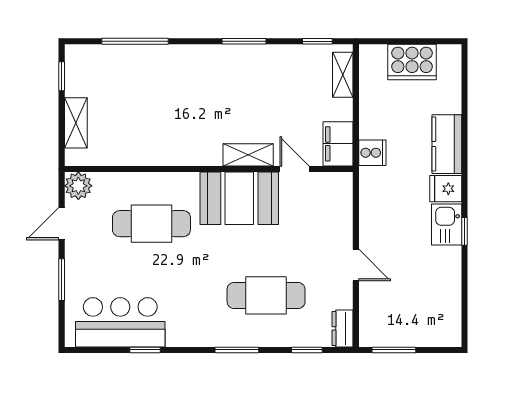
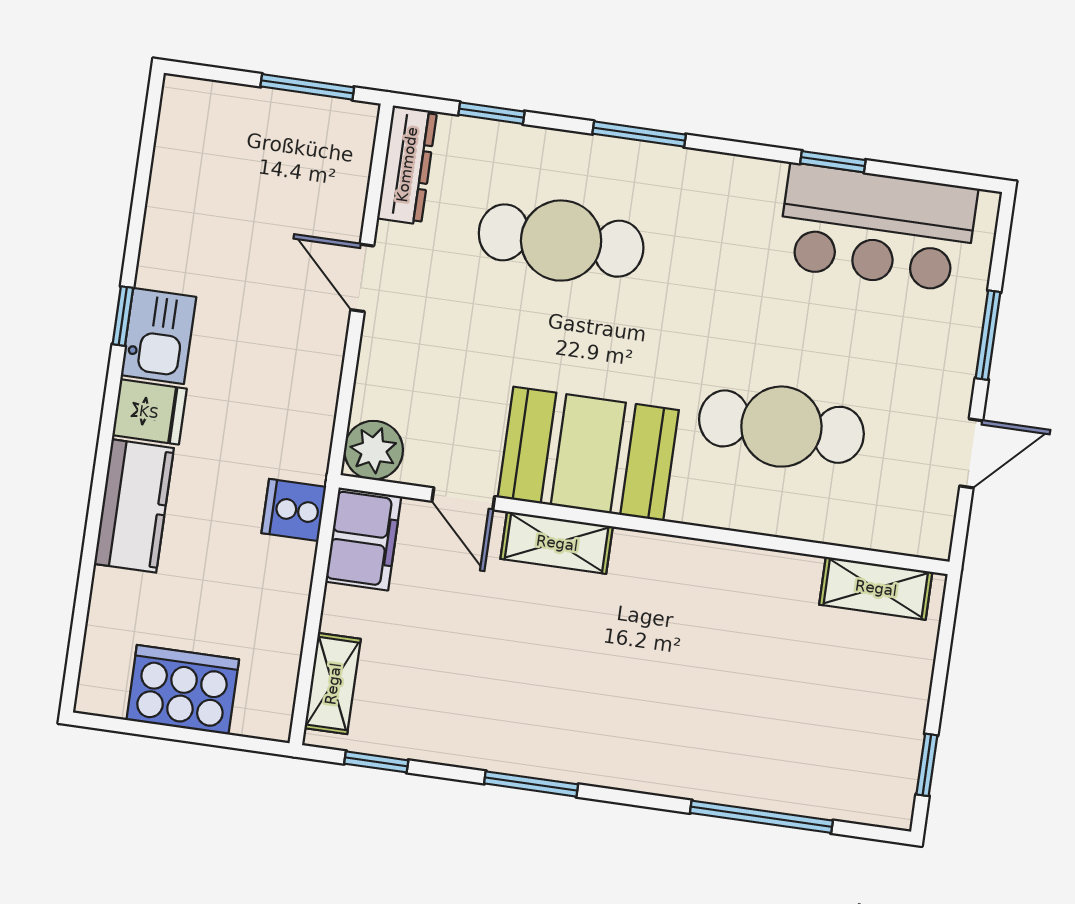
shelving: (76, 123) -> (876, 588), moved, turned 90
plant: (78, 186) -> (374, 450), moved
dresser: (343, 328) -> (407, 165), width x1.44

